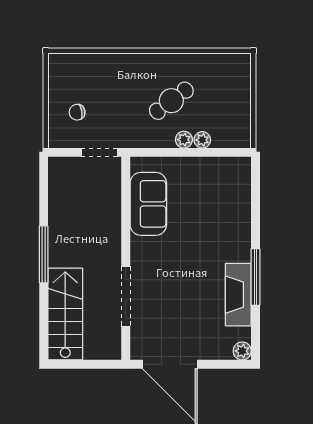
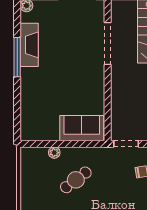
plant: (184, 140) -> (67, 153), removed
sofa: (148, 204) -> (82, 128), moved, turned 90

